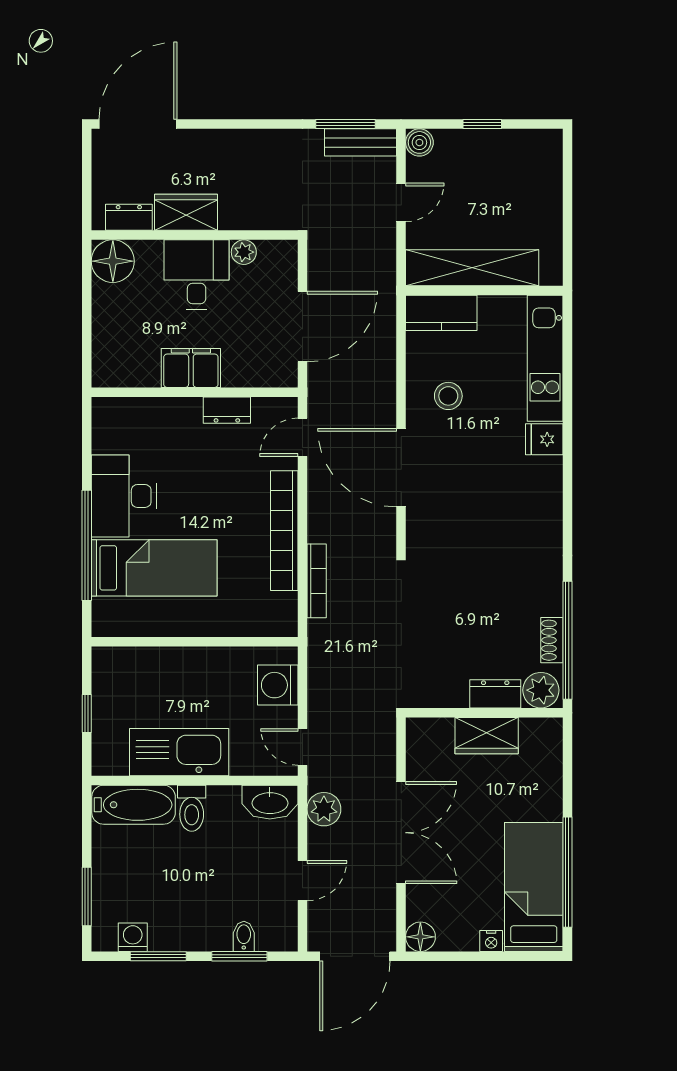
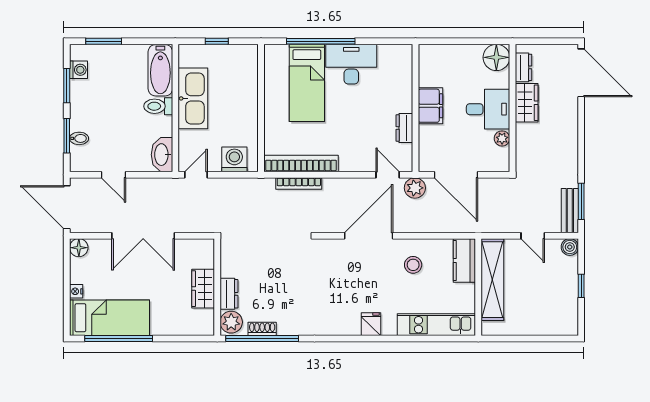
fridge: (544, 439) -> (371, 324), moved
bookcase: (284, 531) -> (301, 163), moved
plant: (324, 809) -> (415, 188), moved

